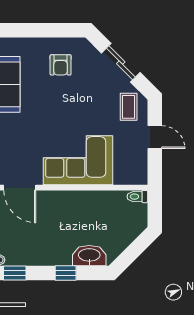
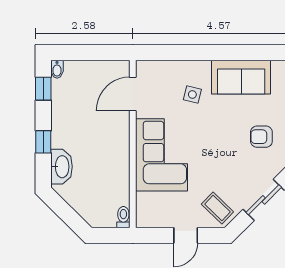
coffee table: (129, 107) -> (217, 208), turned 44
side table: (20, 131) -> (192, 94), added

